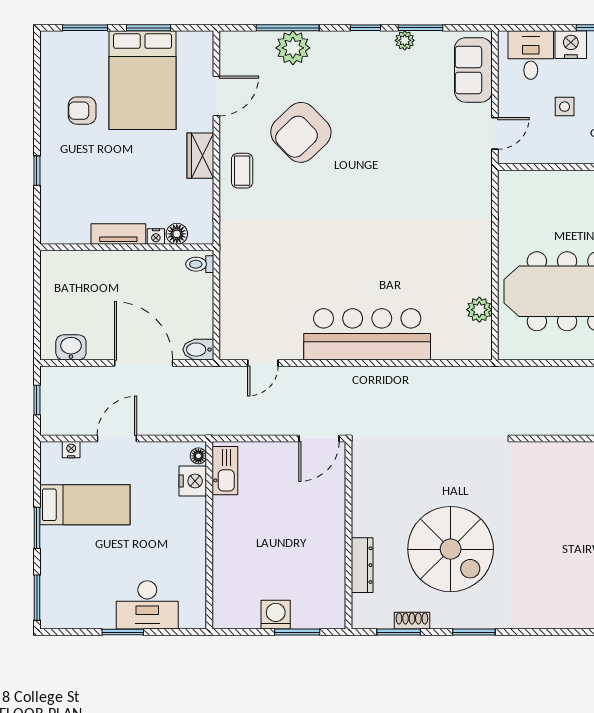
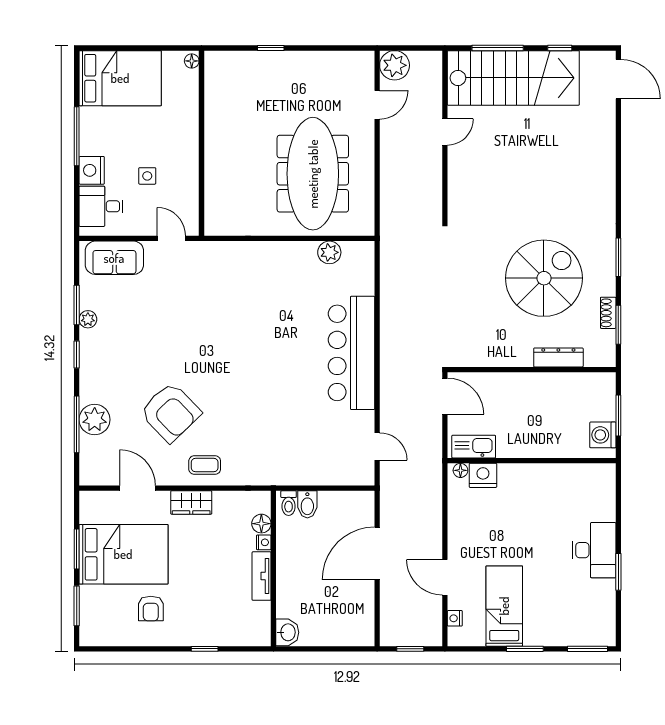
washbasin: (71, 347) -> (287, 632), moved, turned 180
bidet: (198, 350) -> (307, 504), moved
floor lamp: (198, 456) -> (460, 470), moved
kitchen sink: (225, 471) -> (474, 447), moved
nightstand: (193, 481) -> (483, 475), moved
wall: (209, 535) -> (532, 461), moved

